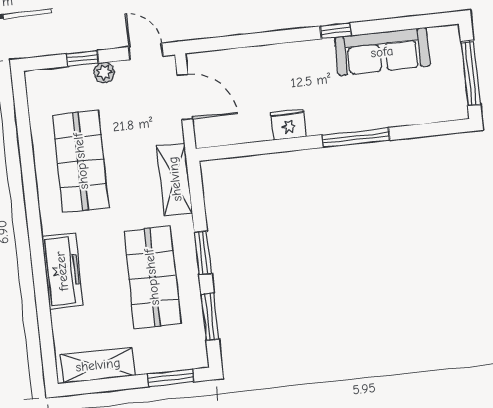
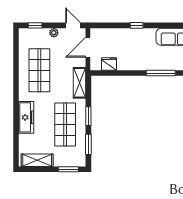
window: (335, 31) -> (137, 25), moved
window: (83, 58) -> (35, 25), moved
door: (185, 97) -> (88, 47), swing flipped
fridge: (288, 124) -> (109, 64), moved

